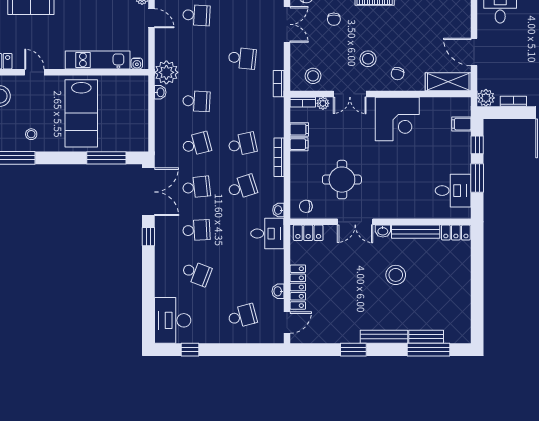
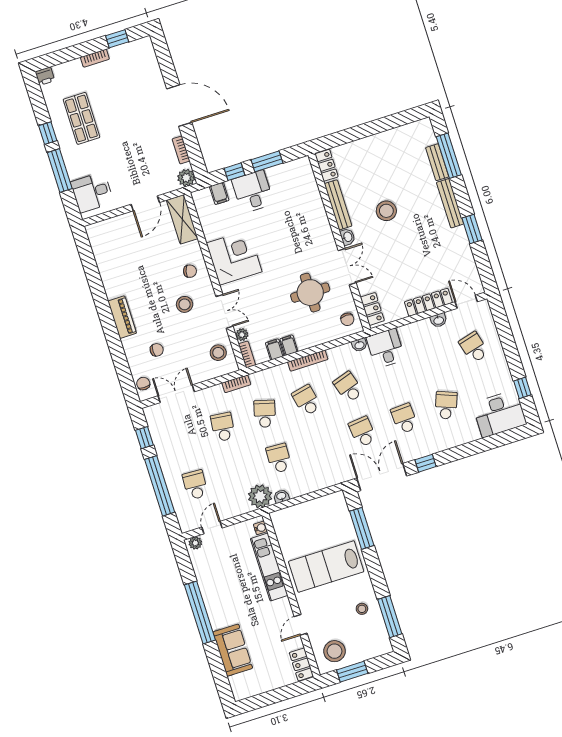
lab bench: (81, 113) -> (326, 567), turned 180
school desk: (196, 144) -> (265, 414), moved, turned 30
desk: (453, 191) -> (253, 192), moved

